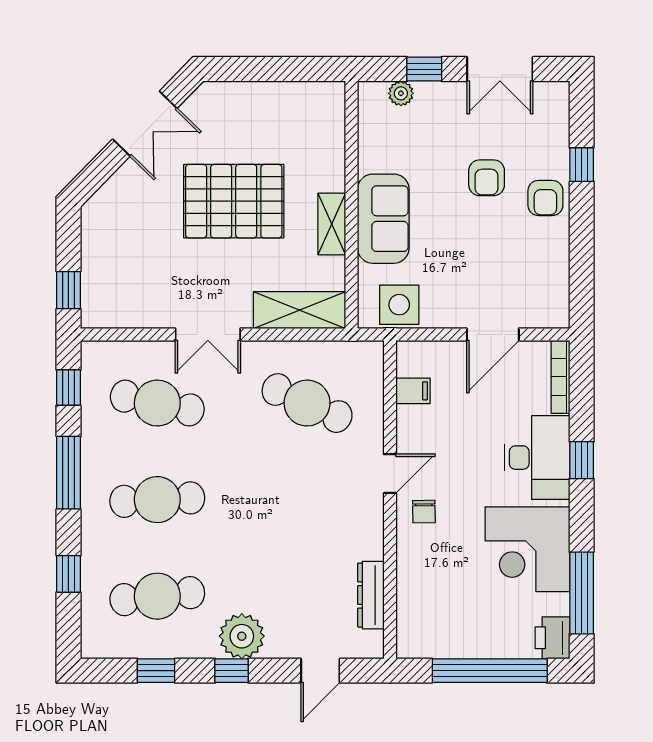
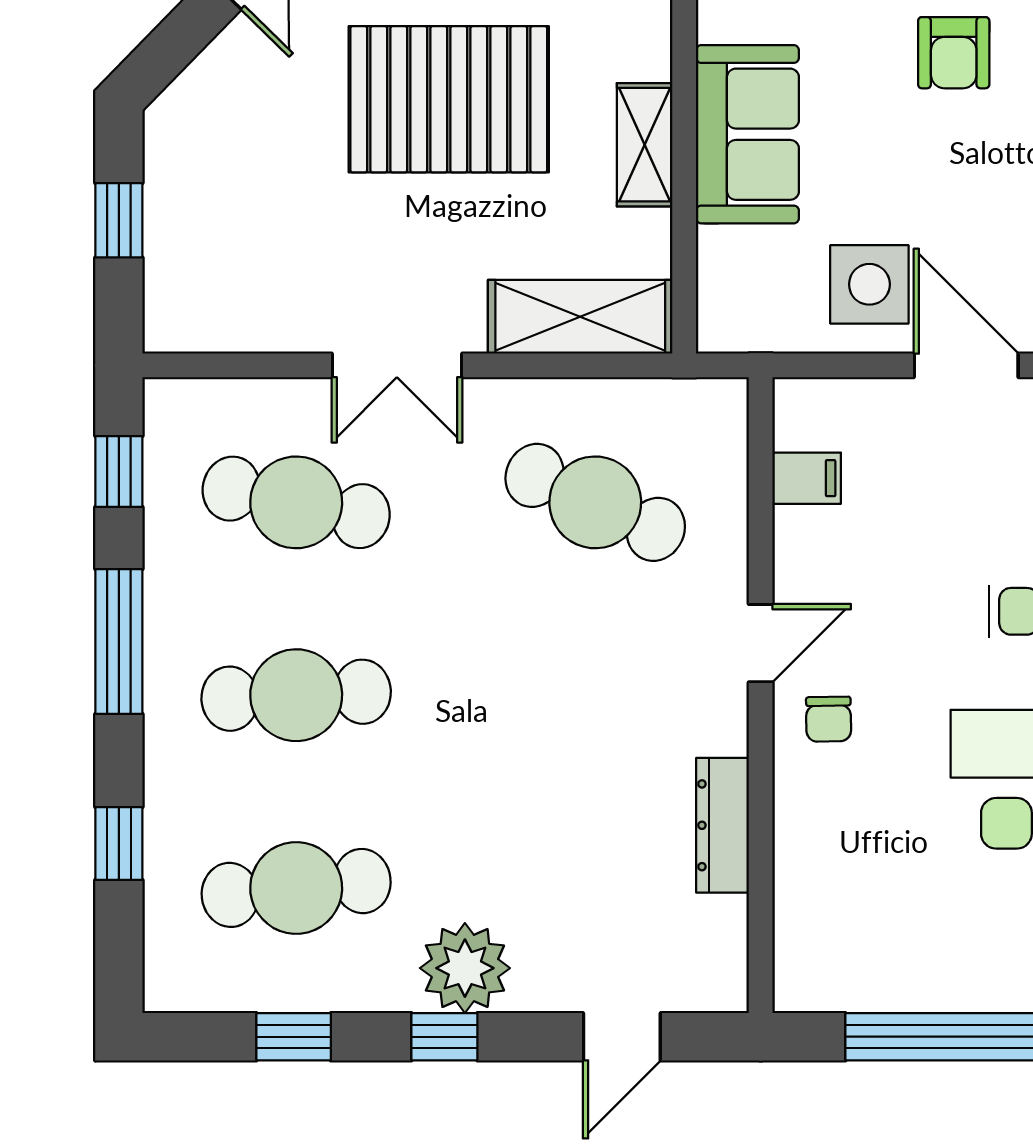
window: (68, 290) -> (119, 220), moved
side table: (399, 305) -> (869, 284), moved
door: (493, 334) -> (966, 365), swing flipped
dresser: (371, 595) -> (723, 825), moved

